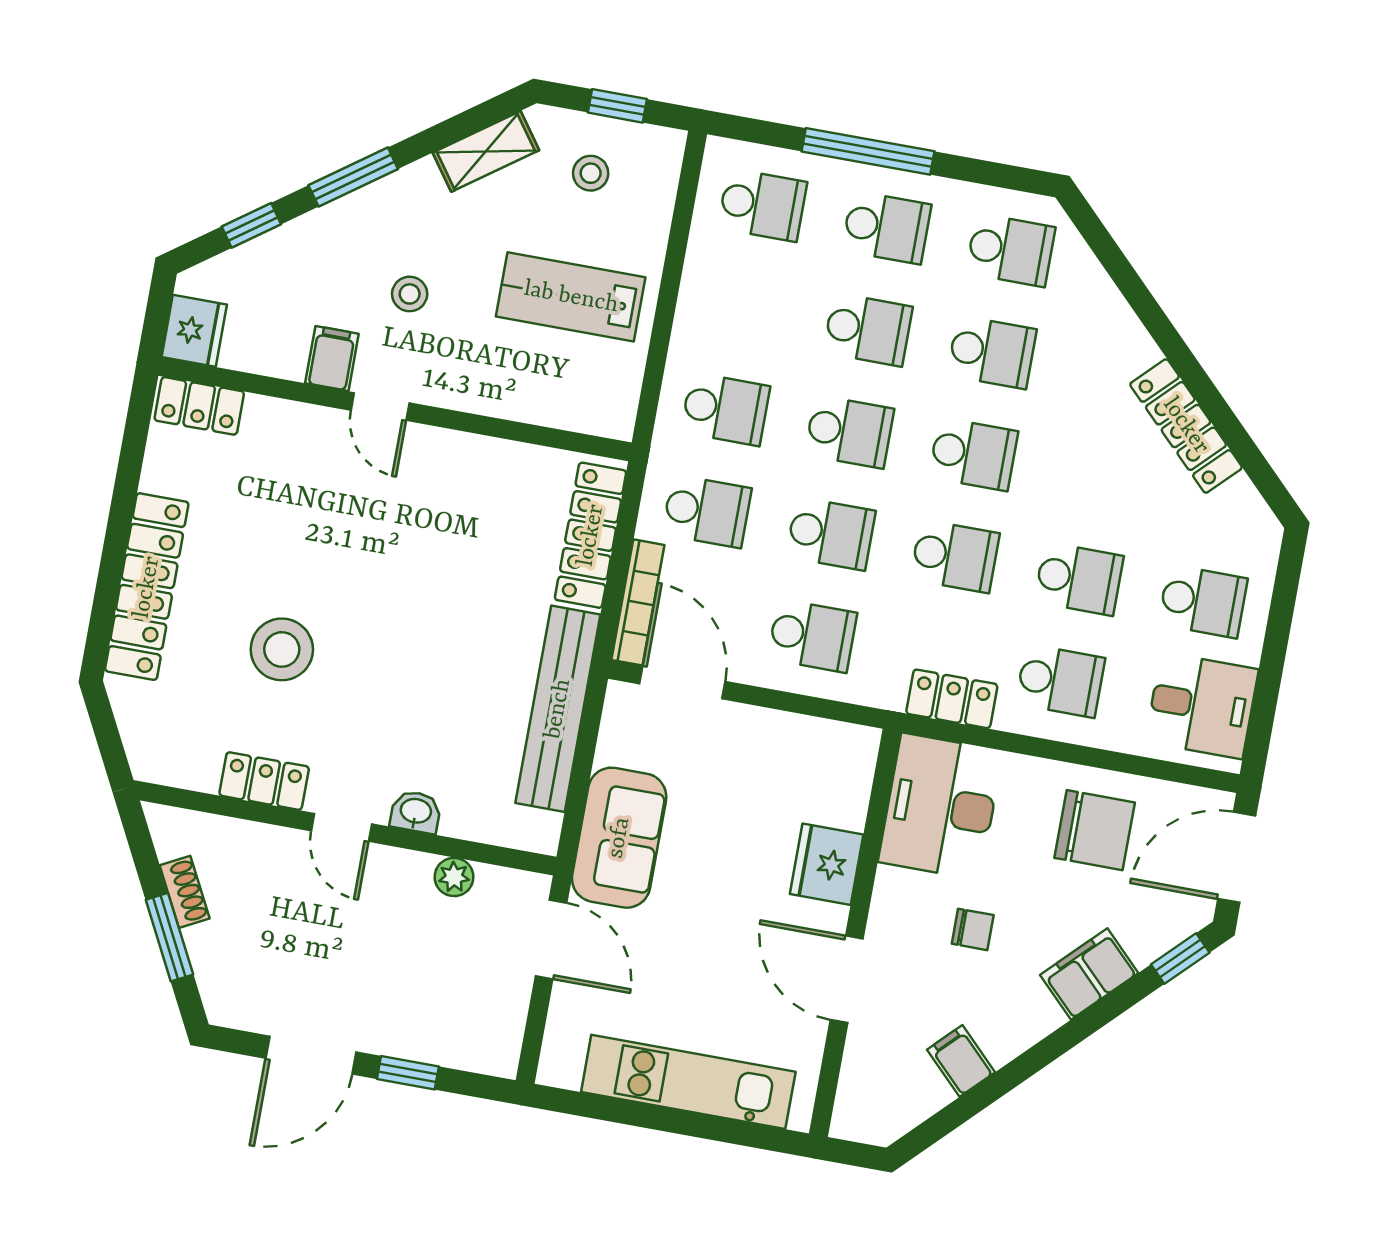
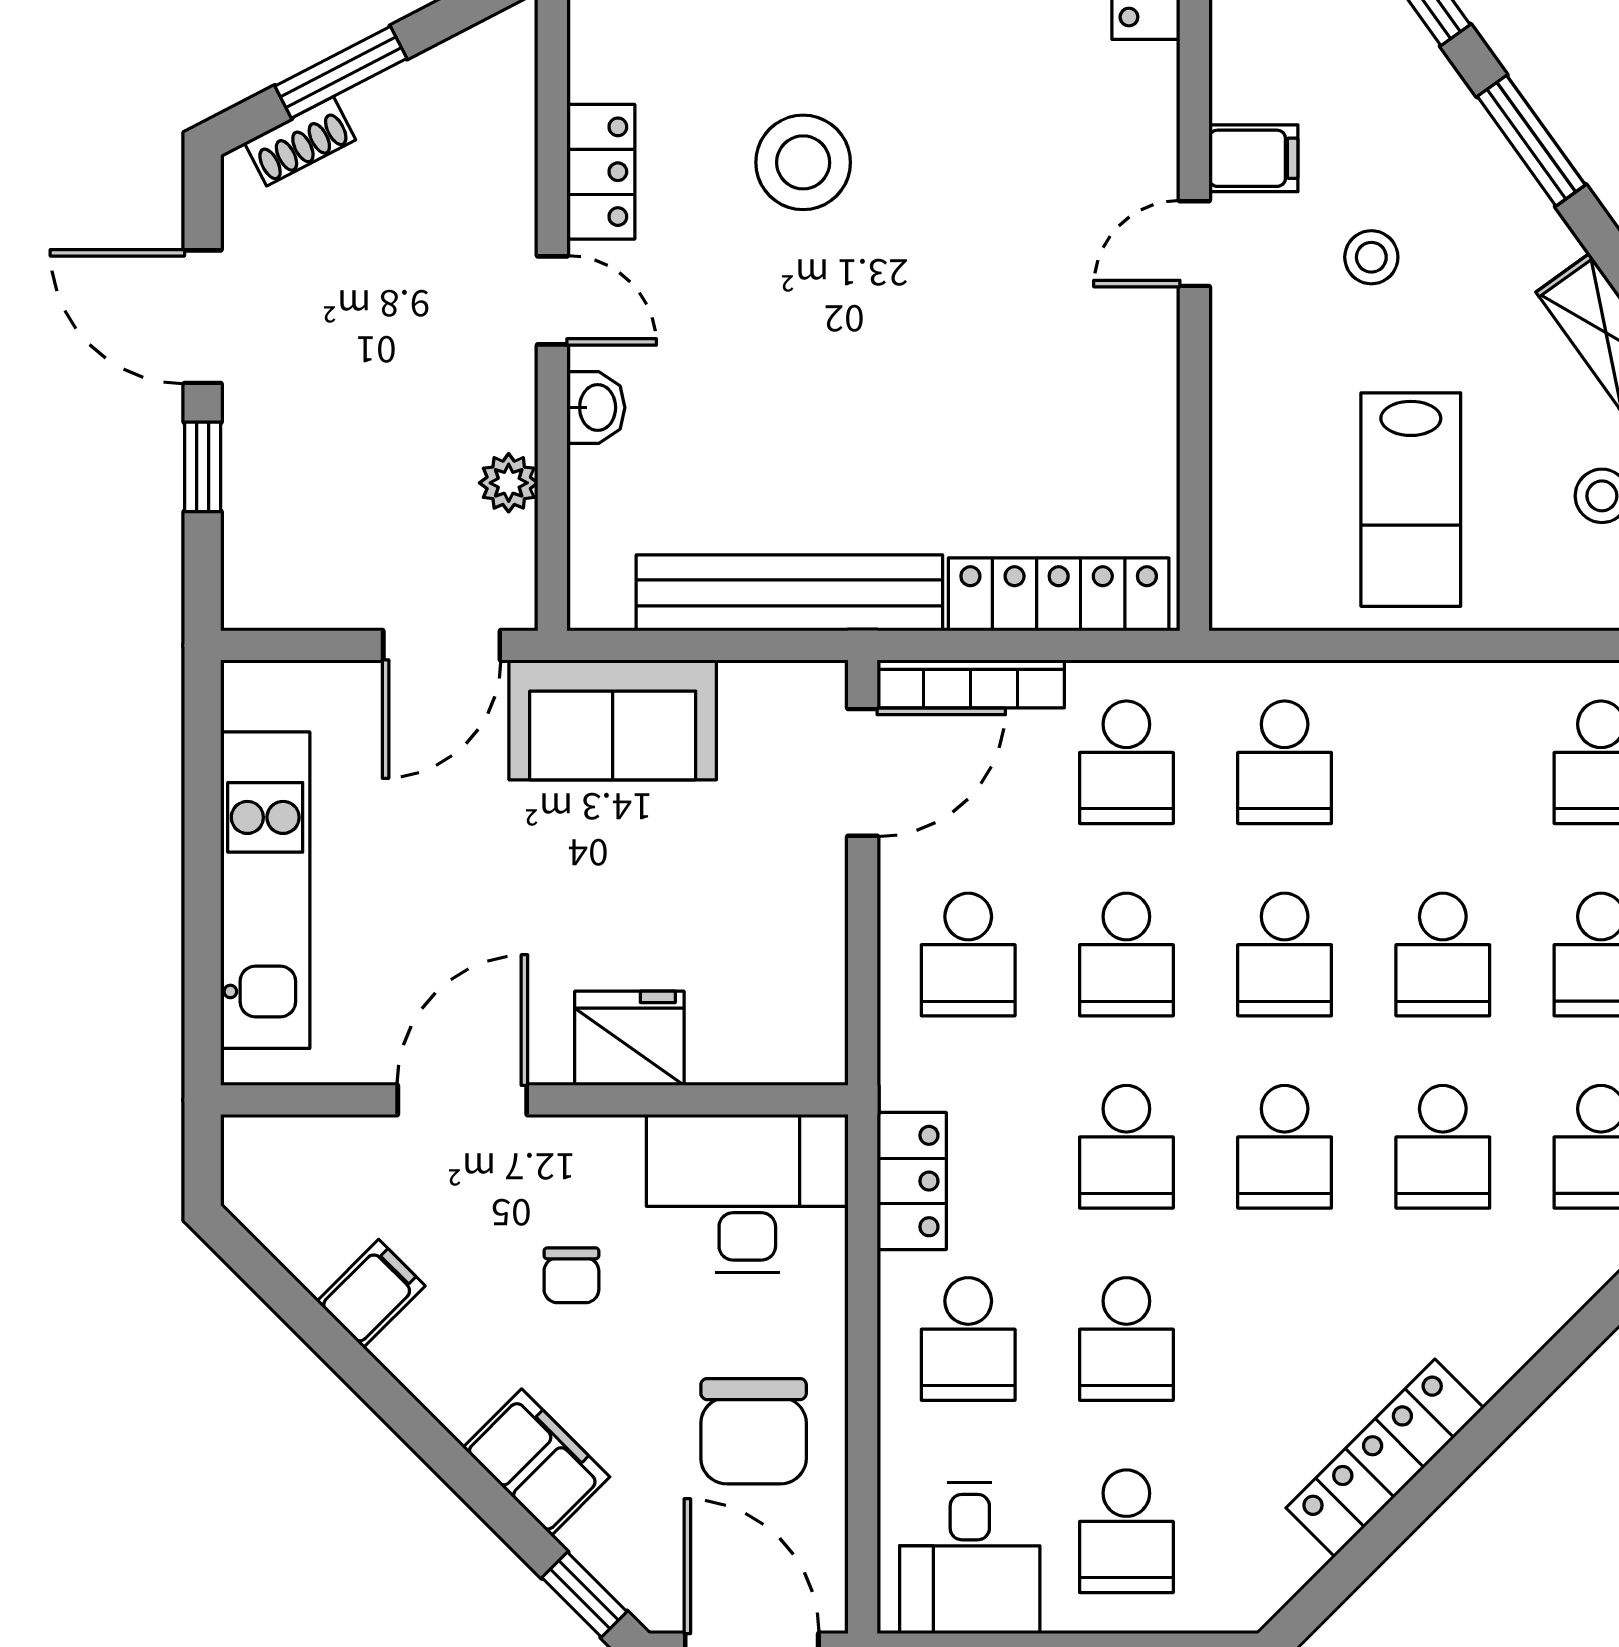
lab bench: (571, 297) -> (1411, 500), turned 180
door: (341, 827) -> (552, 300), swing flipped
shoe rack: (185, 892) -> (300, 141), moved

